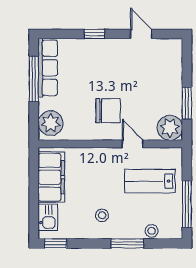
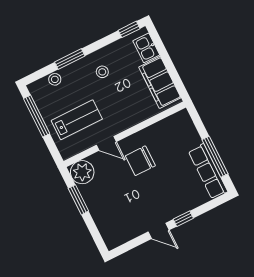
door: (141, 34) -> (159, 231), moved
plant: (51, 123) -> (183, 127), removed

